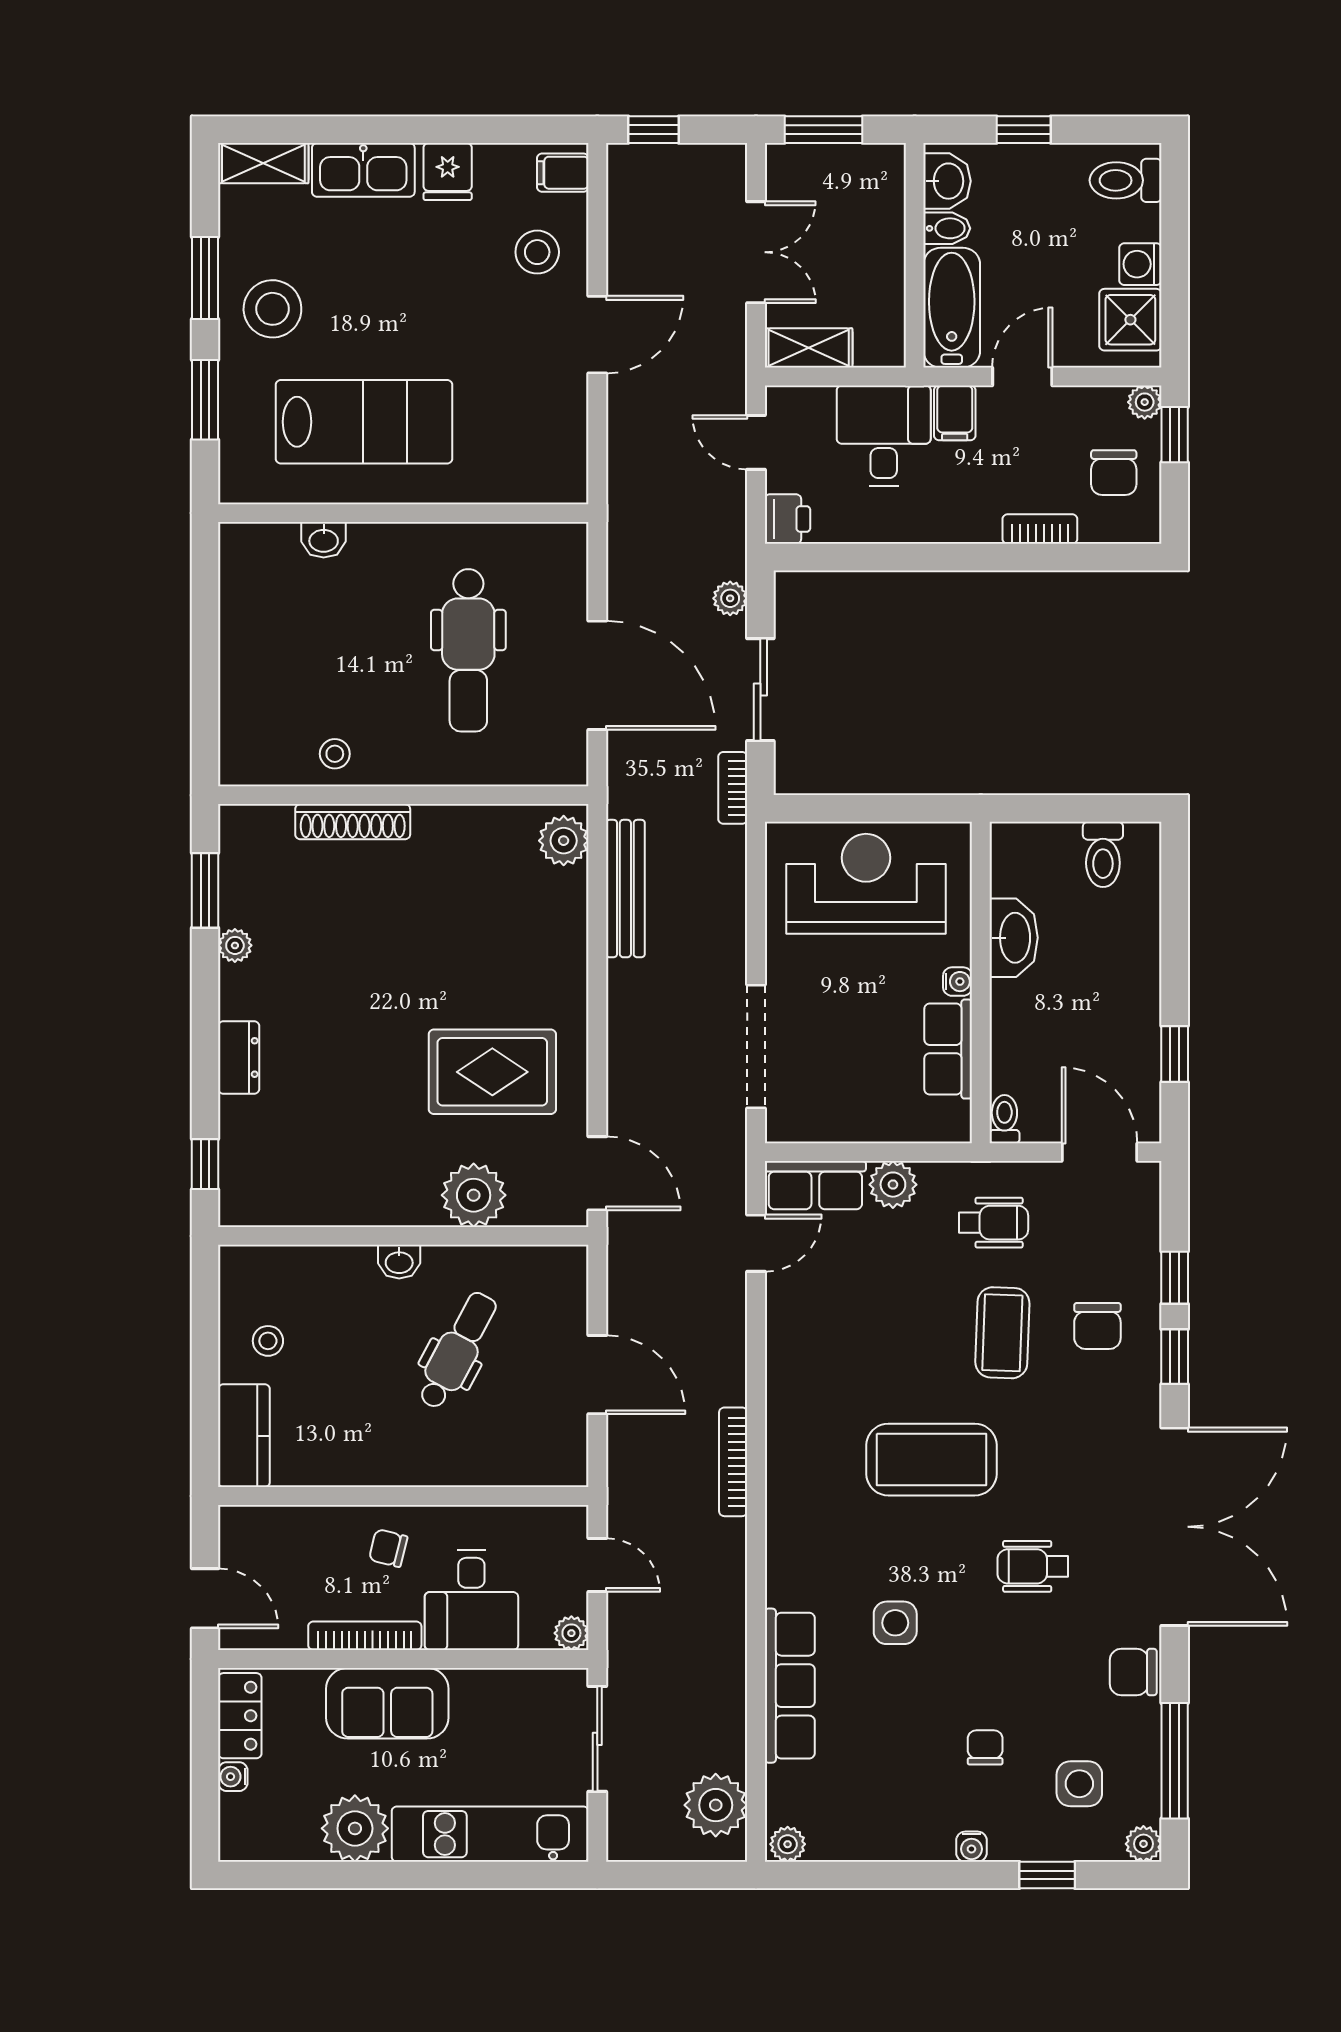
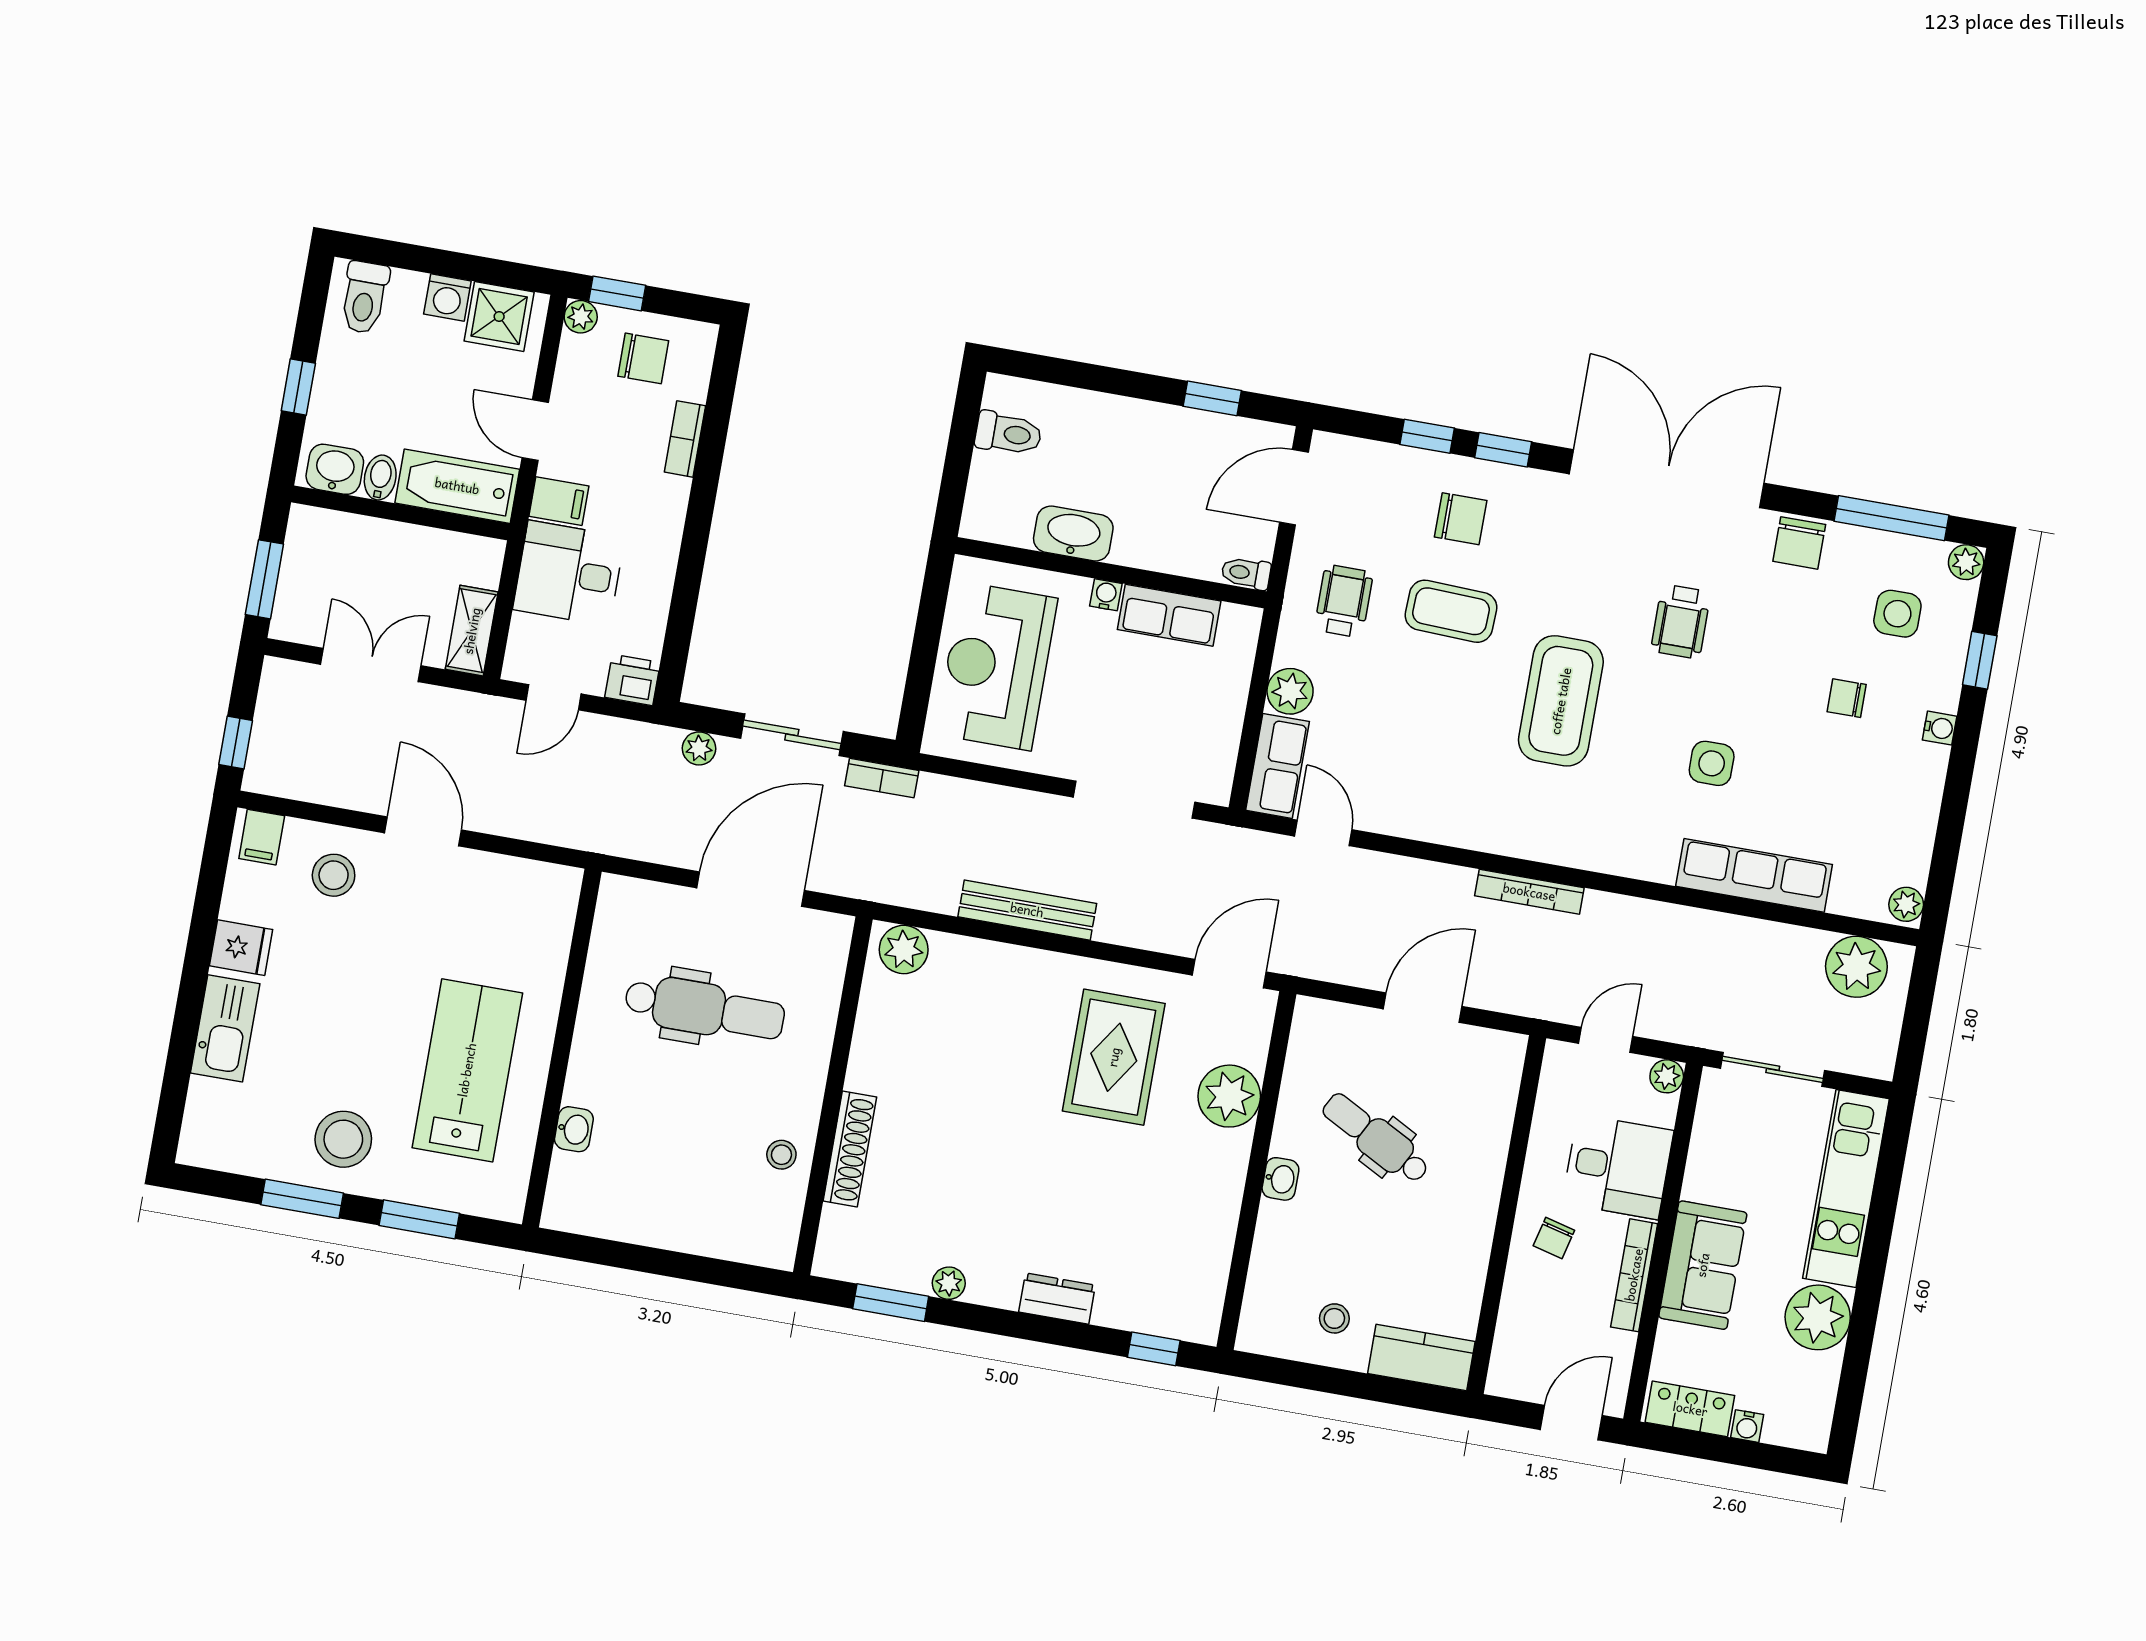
shelving: (263, 163) -> (202, 1123), removed
bench: (625, 889) -> (1027, 910), moved

